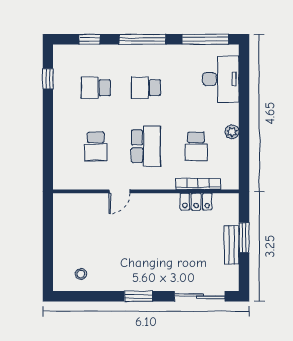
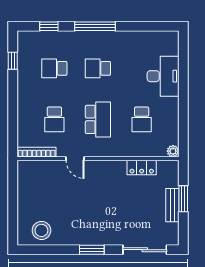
window: (205, 39) -> (150, 26), removed
desk: (221, 79) -> (163, 76), moved
plant: (232, 132) -> (173, 151), moved
bookcase: (198, 184) -> (37, 152), moved
door: (119, 191) -> (75, 159), hinge flipped
stool: (81, 274) -> (41, 230), width x1.89, depth x1.89

